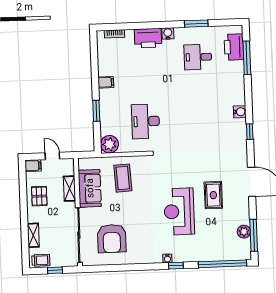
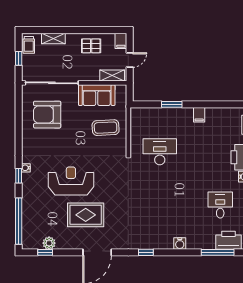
water cooler: (240, 112) -> (180, 244), moved
plant: (109, 144) -> (139, 116), removed
shelving: (70, 189) -> (112, 75), moved
rug: (213, 195) -> (86, 215), width x1.36, depth x1.43
window: (254, 235) -> (45, 252), width x0.46

